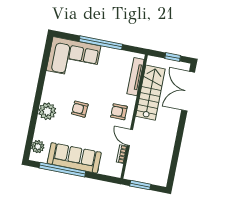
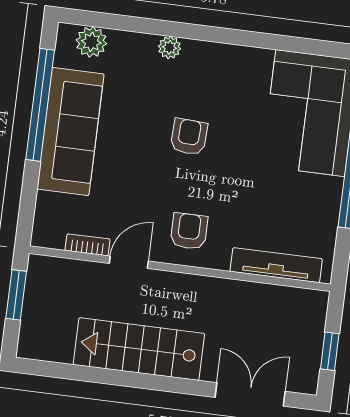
double door: (188, 91) -> (250, 394), width x0.73
stairs: (150, 93) -> (139, 349), moved, turned 180
plant: (47, 111) -> (169, 47), width x0.53, depth x0.53

